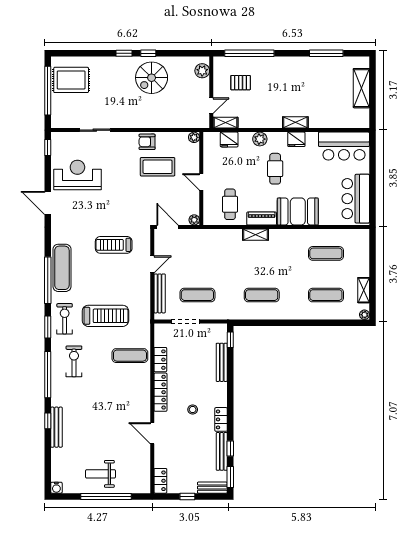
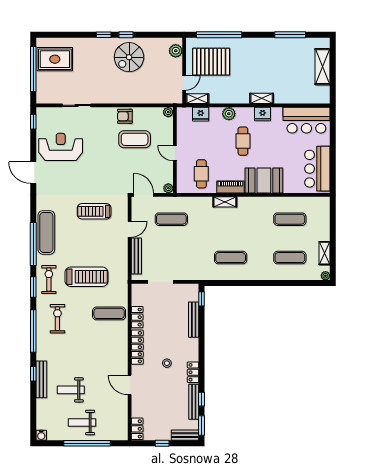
pallet: (241, 83) -> (211, 62), width x2.05, depth x2.00
exercise mat: (197, 295) -> (171, 219), moved
weight bench: (88, 438) -> (71, 390), added

